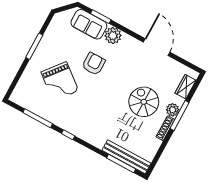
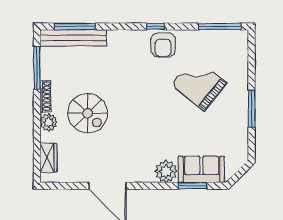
armchair: (94, 64) -> (163, 45), moved
window: (180, 115) -> (37, 68), moved
window: (38, 118) -> (220, 27), moved

